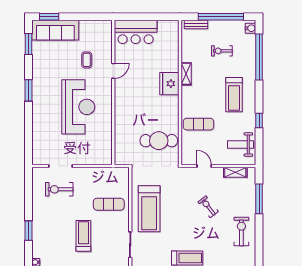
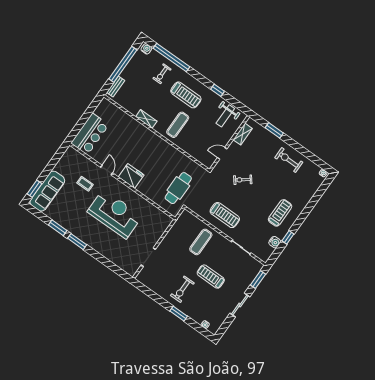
window: (28, 44) -> (58, 228), moved
exercise bike: (222, 51) -> (162, 74), moved
fridge: (169, 84) -> (131, 176), moved, turned 180
exercise mat: (198, 124) -> (178, 125), moved
cafe table: (159, 141) -> (178, 188), moved
exercise bike: (59, 189) -> (182, 289), moved
window: (259, 199) -> (274, 130), width x0.69
exercise bike: (208, 207) -> (243, 180), moved
treadmill: (149, 209) -> (225, 215), width x0.73, depth x0.73

